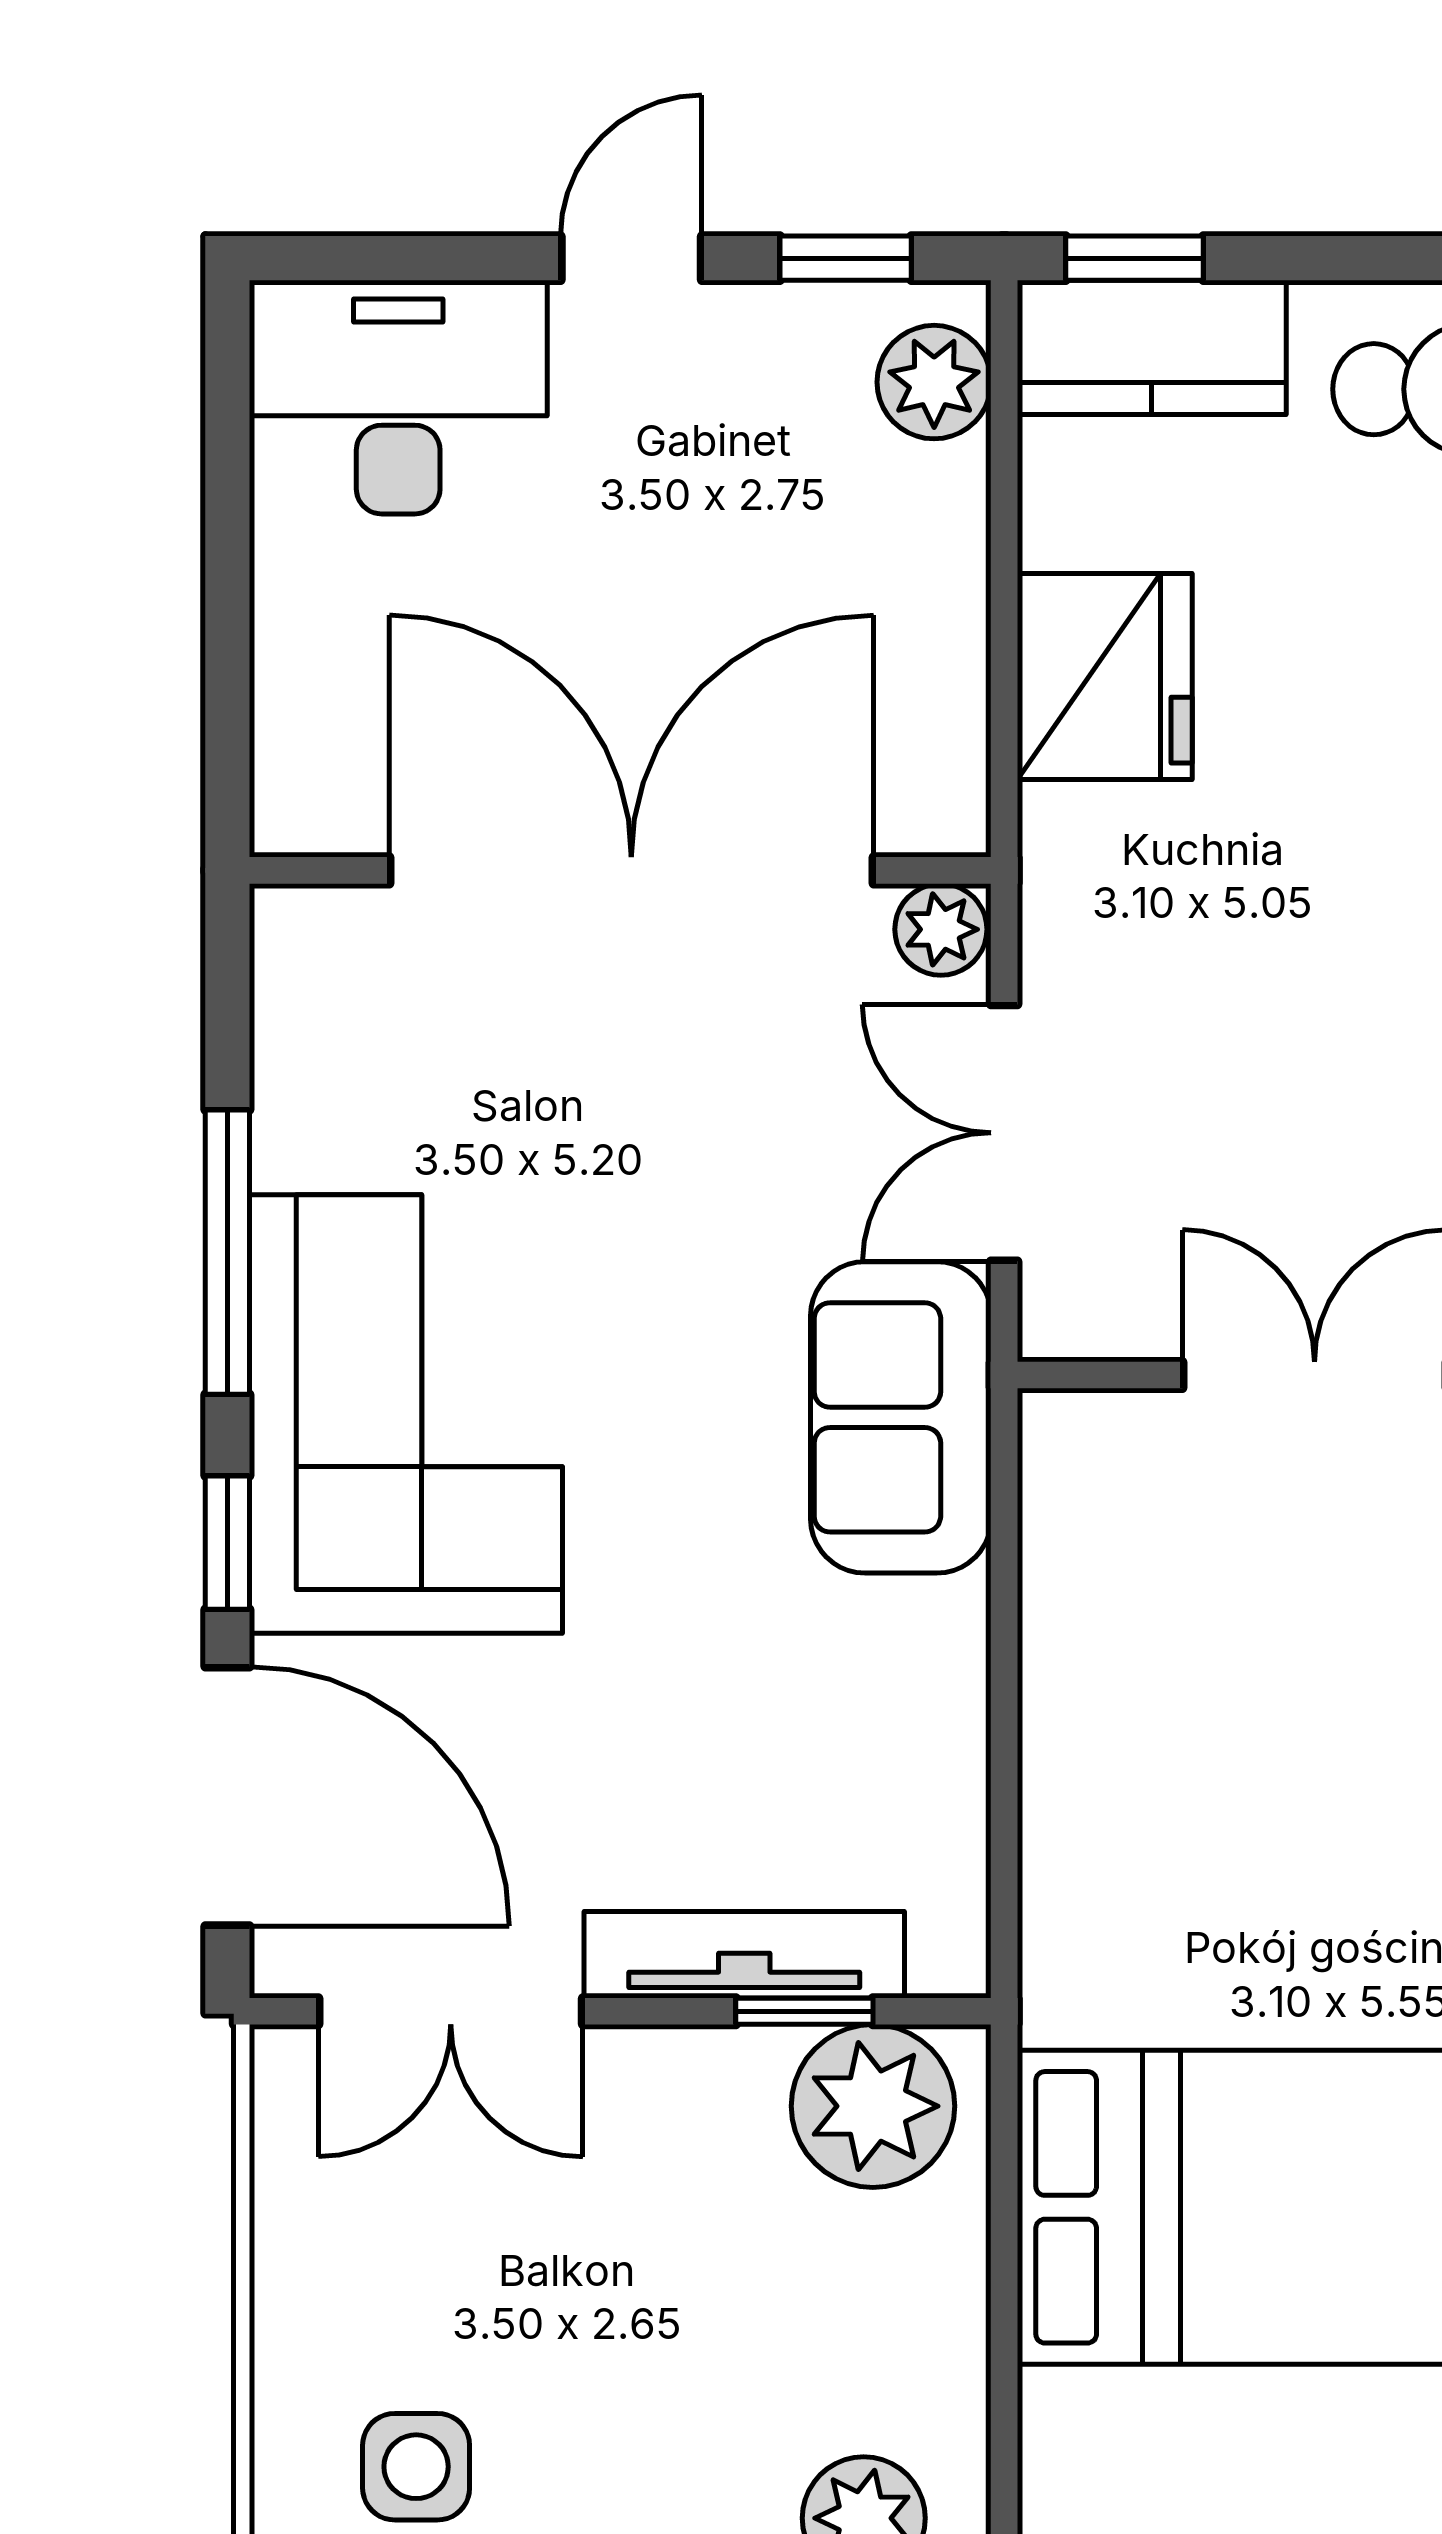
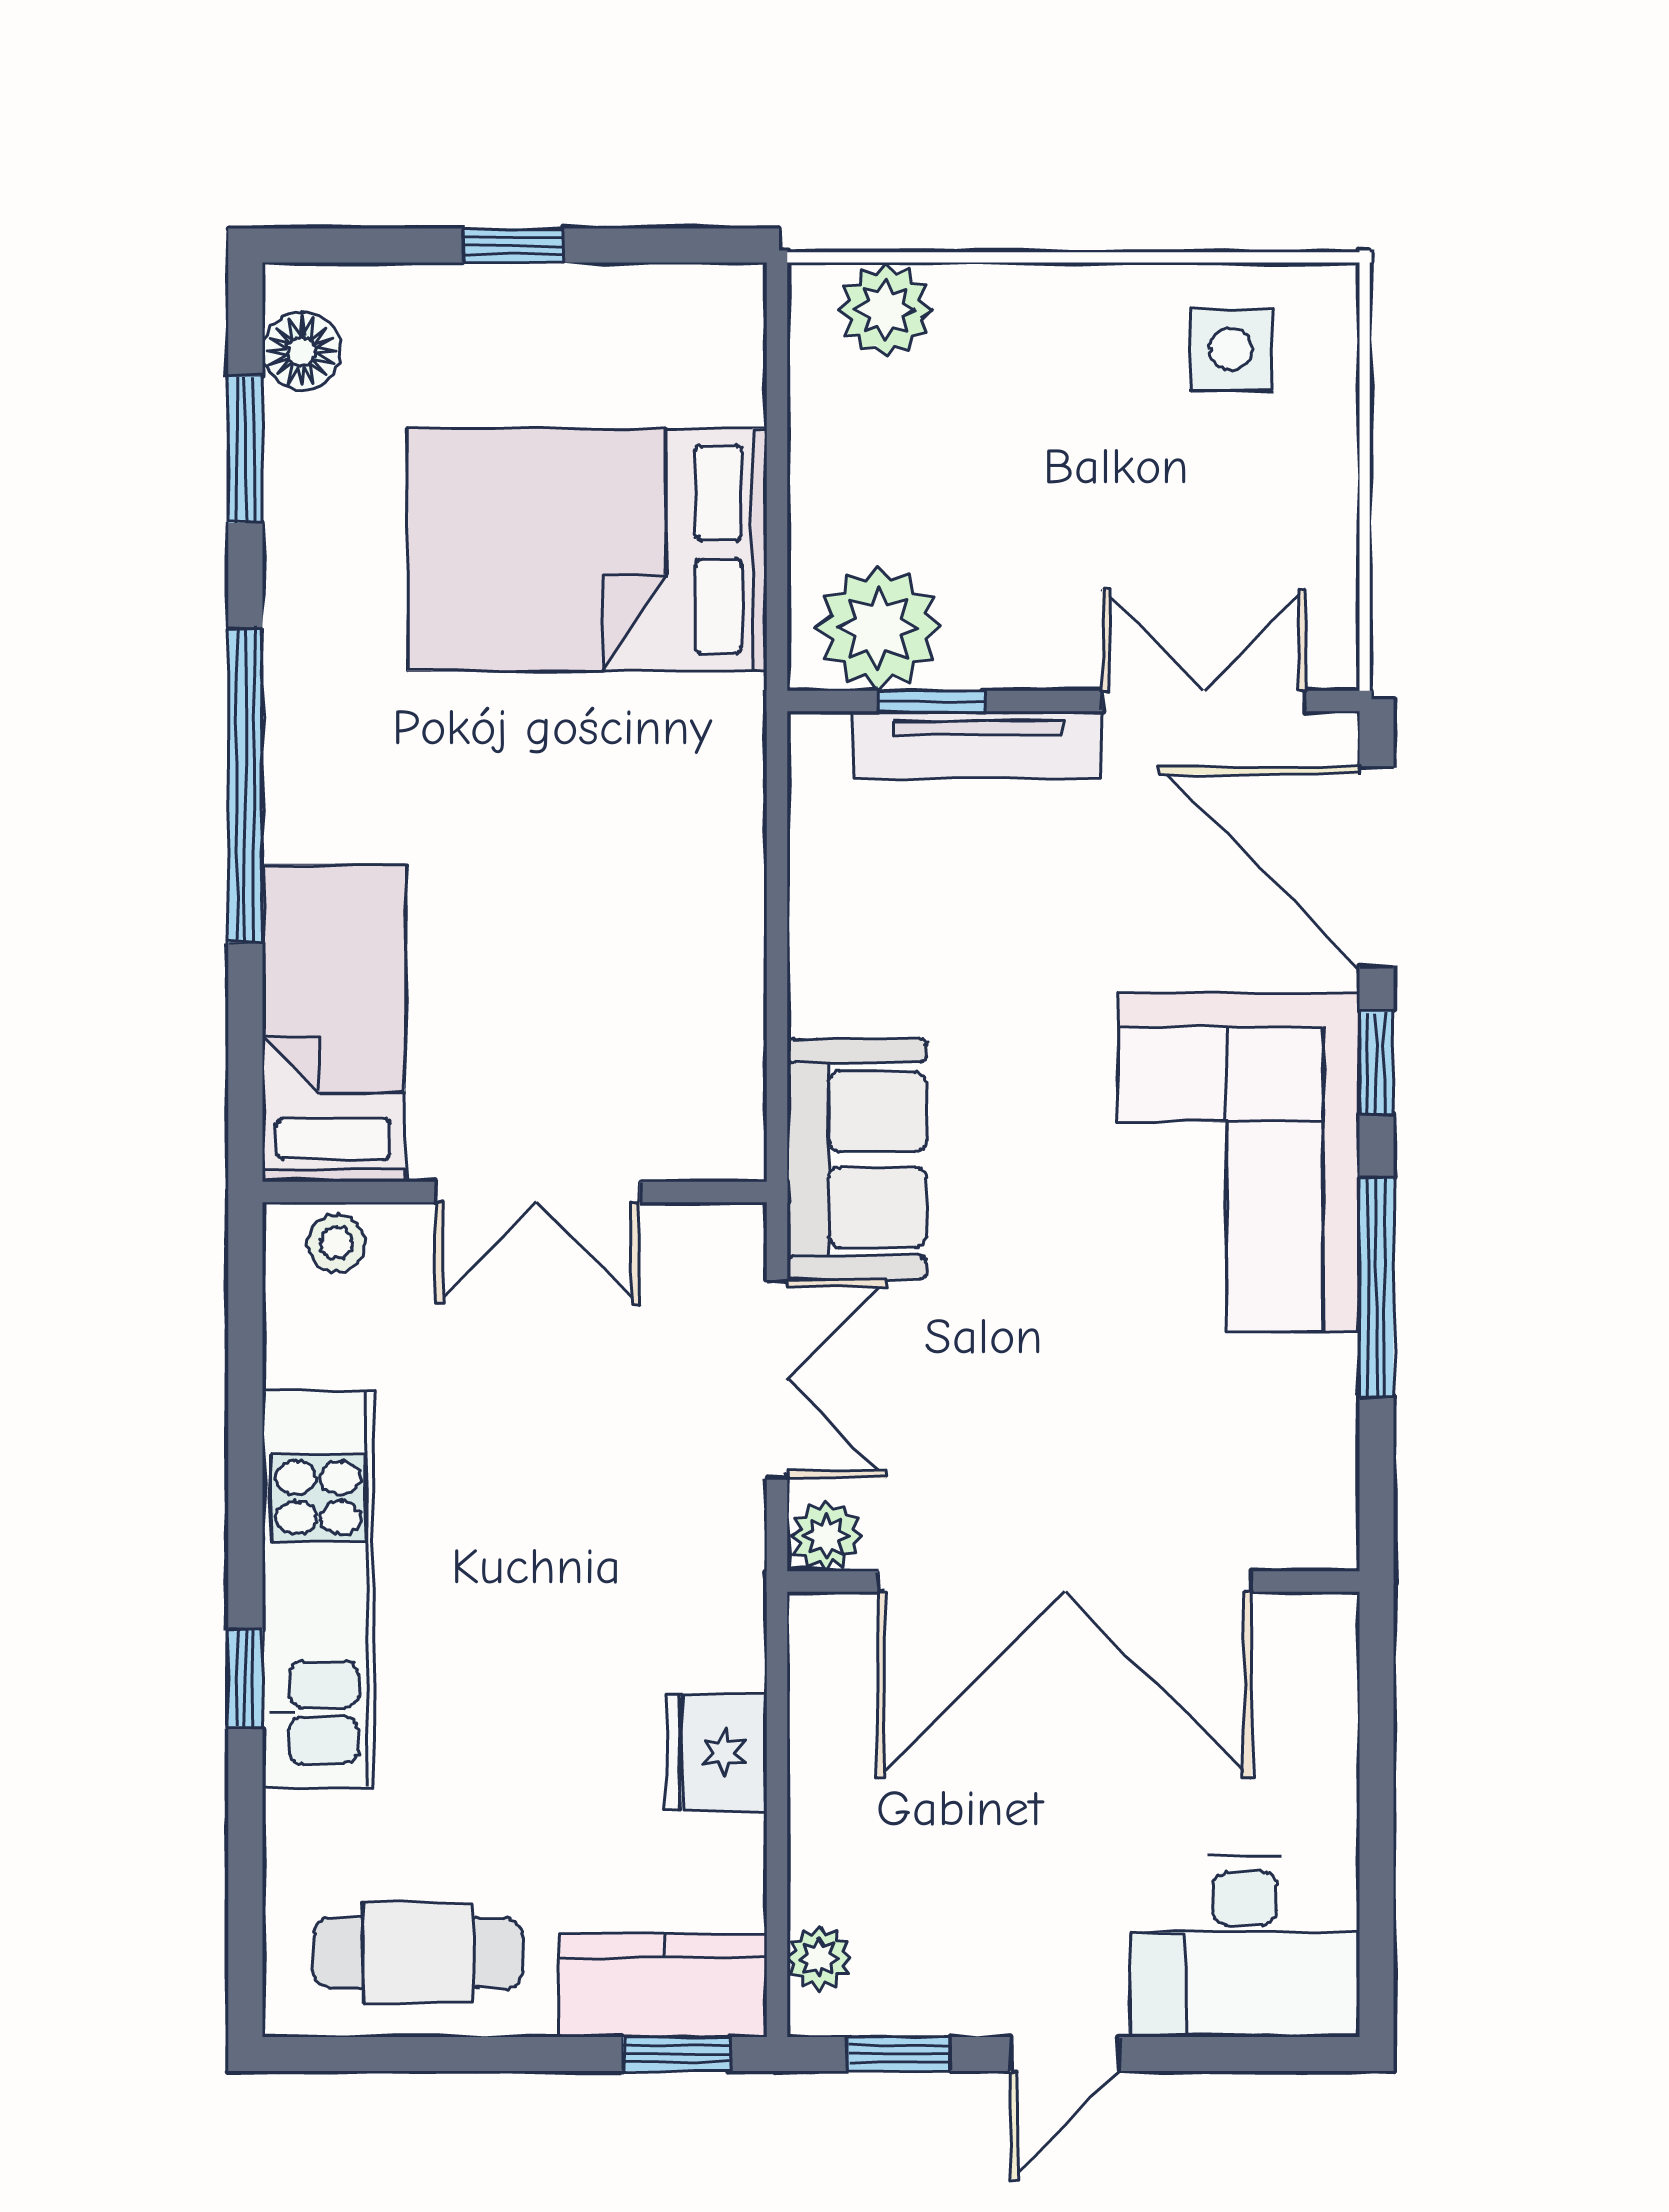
plant: (934, 382) -> (819, 1958), width x0.73, depth x0.73
fridge: (1105, 676) -> (717, 1752), width x0.73, depth x0.75

